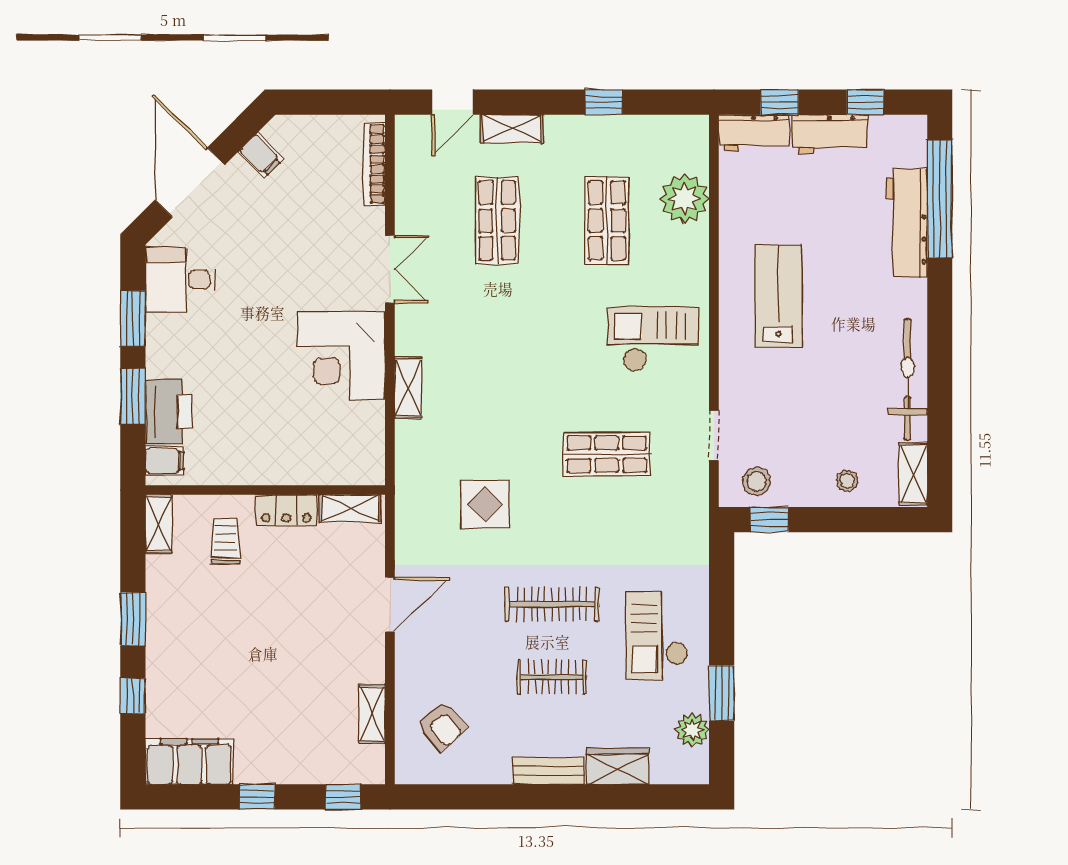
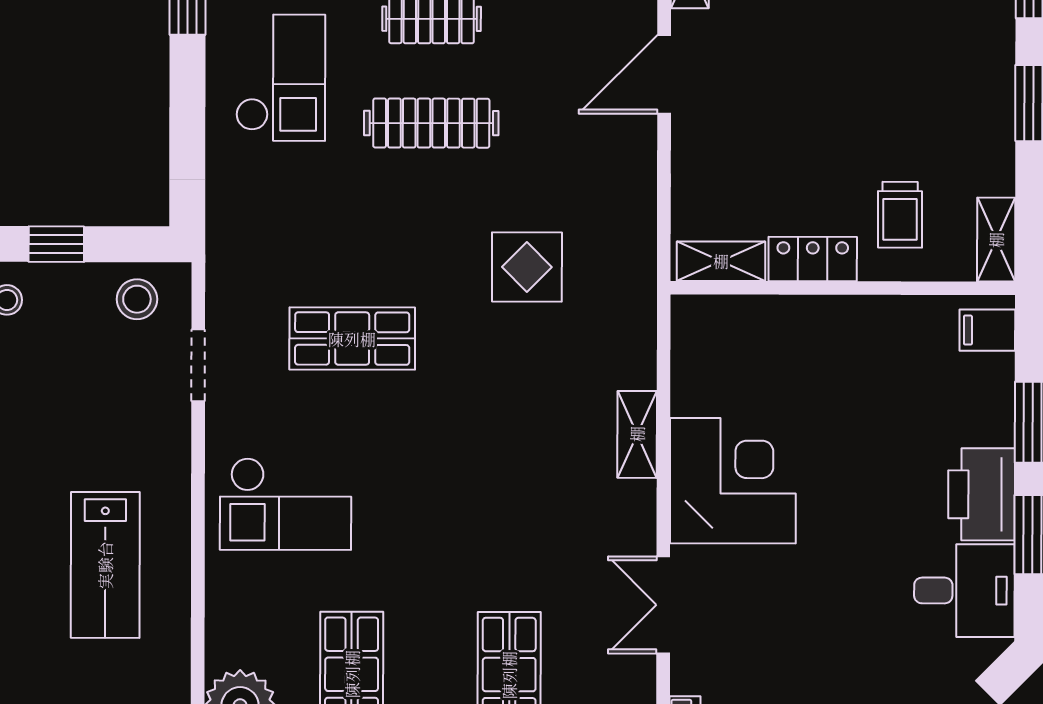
printer: (168, 412) -> (981, 494), moved
window: (769, 520) -> (56, 244), moved
door: (390, 605) -> (664, 74), moved

